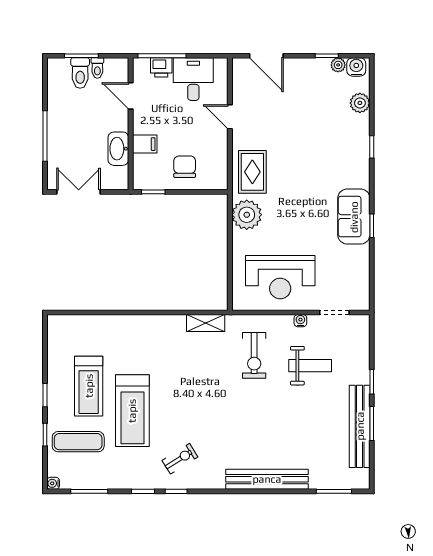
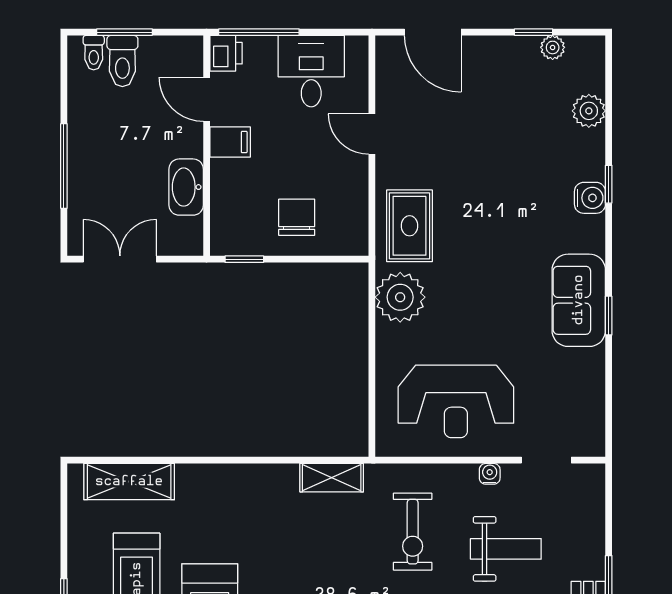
printer: (161, 67) -> (226, 53), moved, turned -90
water cooler: (356, 67) -> (590, 198), moved, turned 90
toilet: (97, 68) -> (94, 53), moved
filing cabinet: (145, 144) -> (230, 142), moved
shelving: (84, 325) -> (129, 482), added

